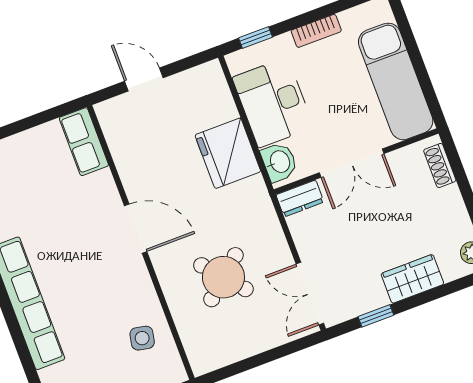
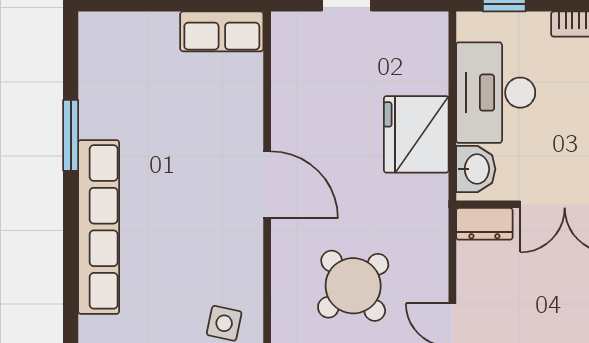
row of seats: (84, 142) -> (222, 31), moved, turned -90

